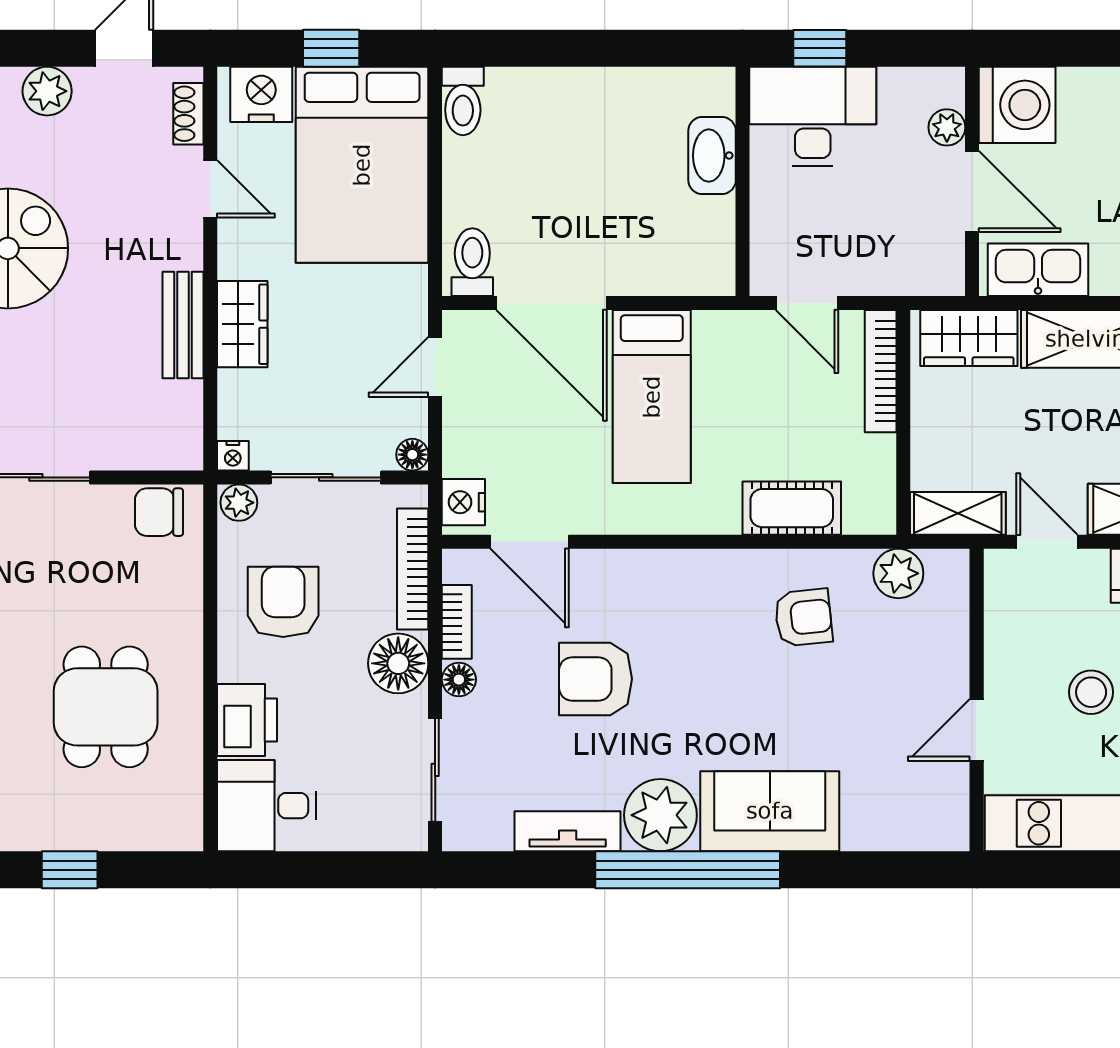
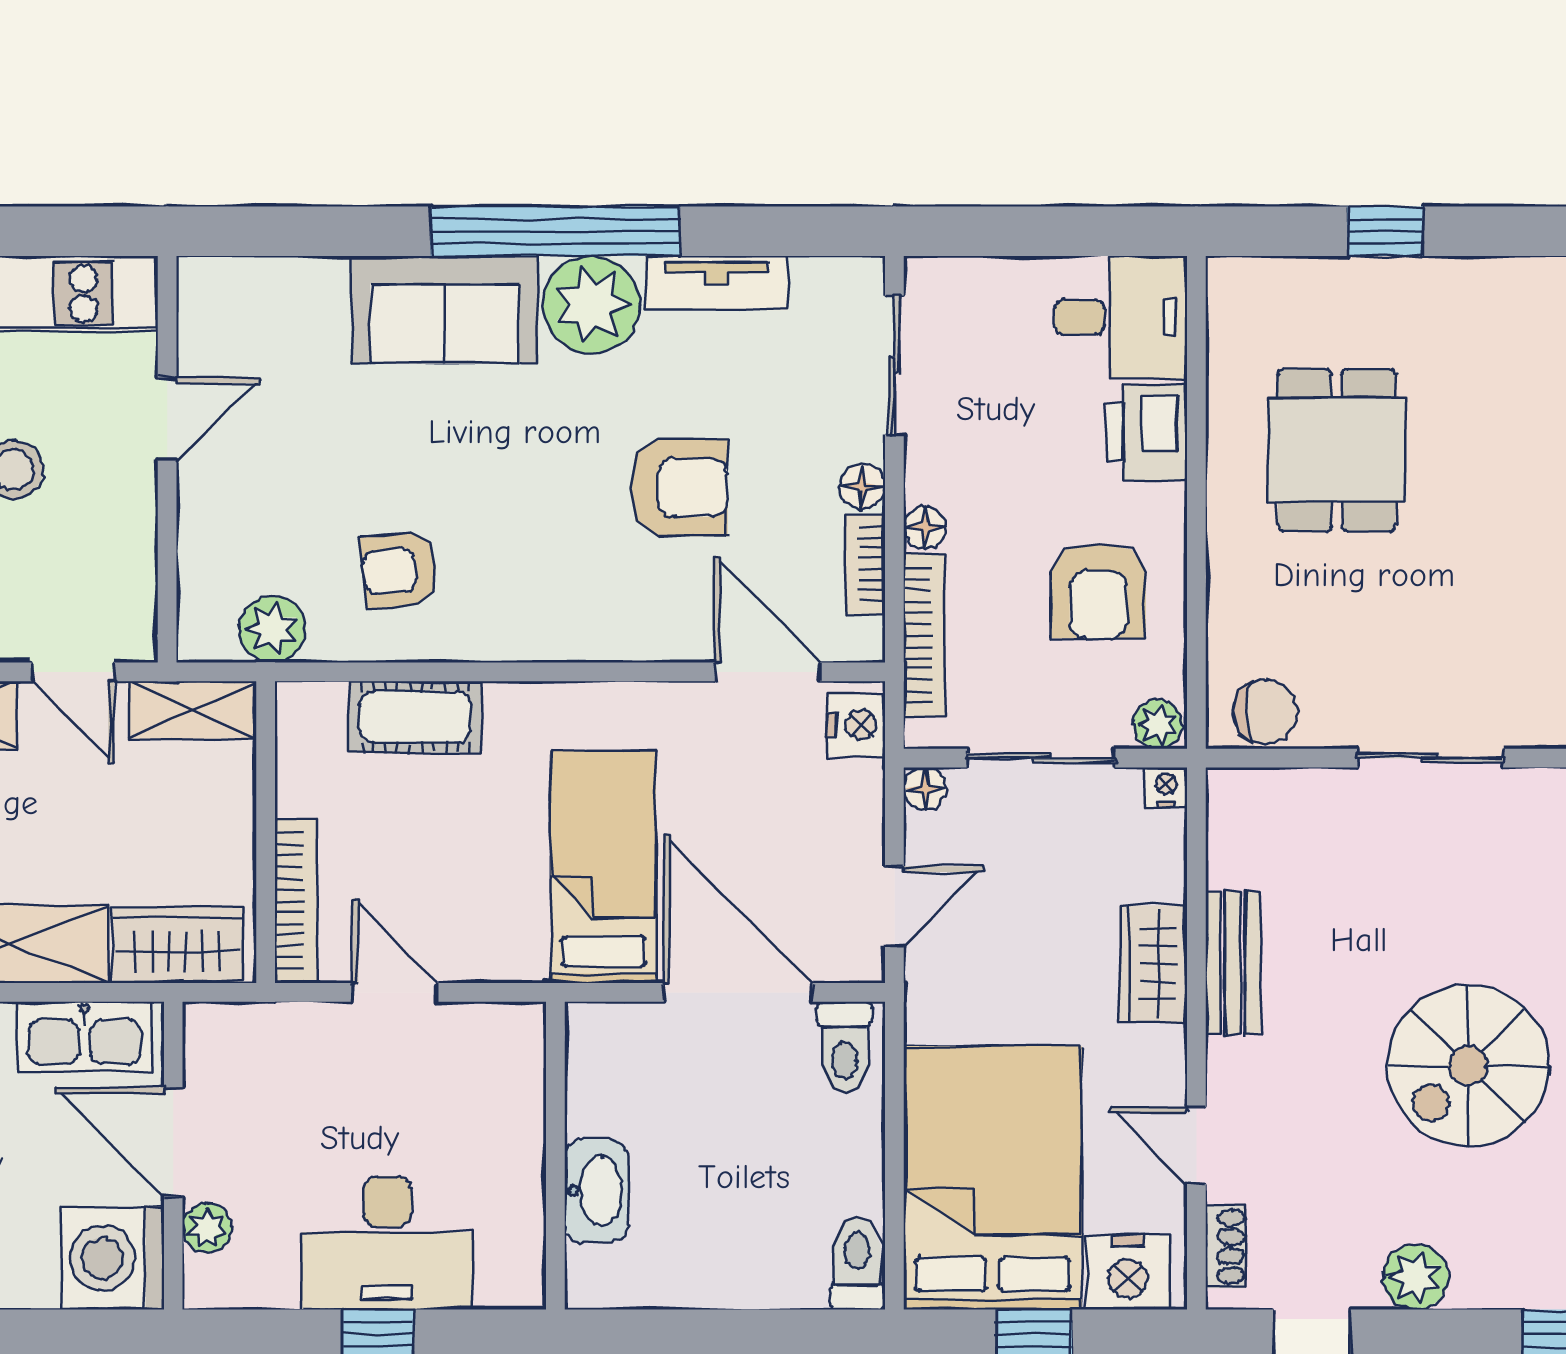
washbasin: (712, 156) -> (596, 1190), moved
wall: (743, 181) -> (555, 1156), moved
floor lamp: (398, 663) -> (925, 527), width x0.53, depth x0.53

